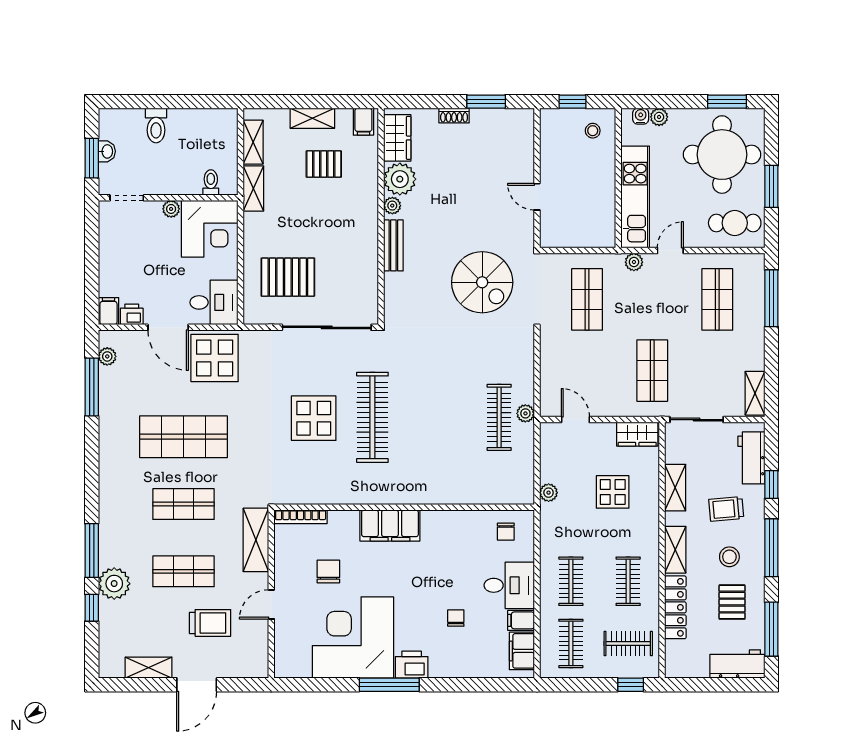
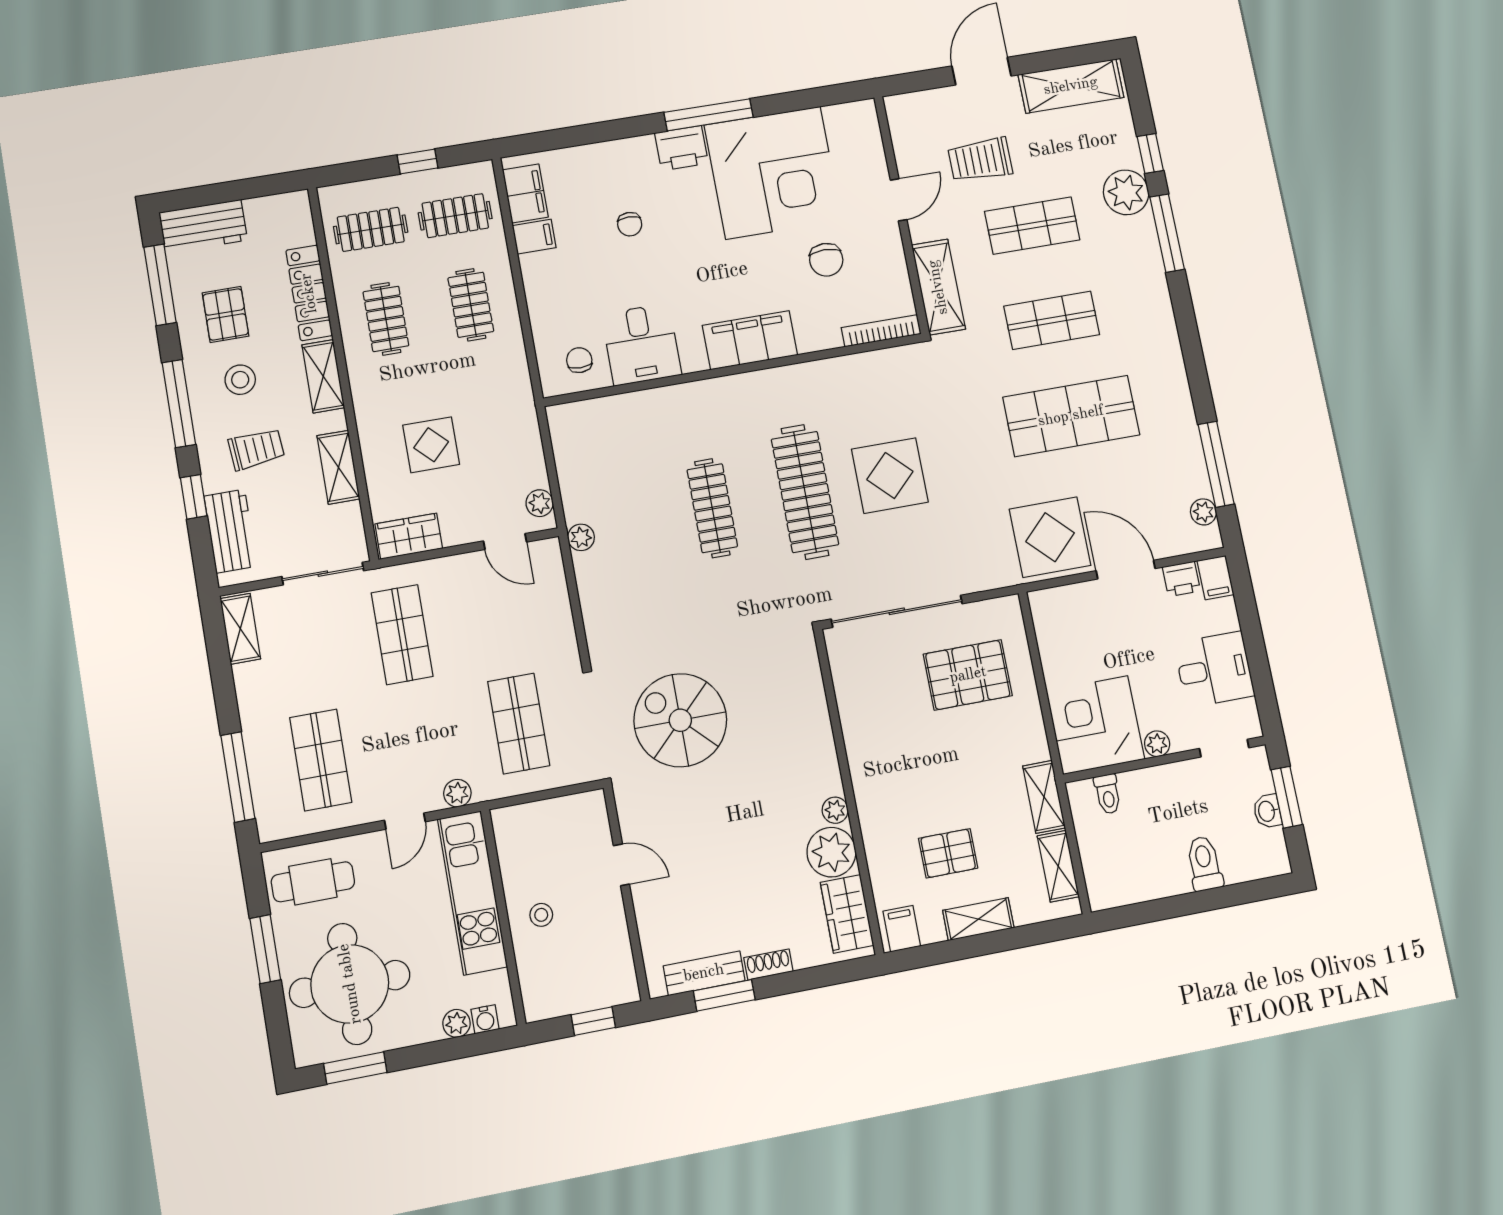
stool: (593, 131) -> (541, 915), moved
bench: (393, 245) -> (704, 973), moved, turned 90
desk: (214, 302) -> (1214, 669), moved, turned 180
clothes rail: (499, 417) -> (712, 508), moved
plant: (549, 493) -> (540, 503), moved
desk: (509, 585) -> (641, 344), moved, turned -90
clothes rail: (571, 643) -> (455, 216), turned 90
shelving: (149, 668) -> (1071, 86), width x1.50, depth x1.33
window: (631, 685) -> (418, 161), moved

